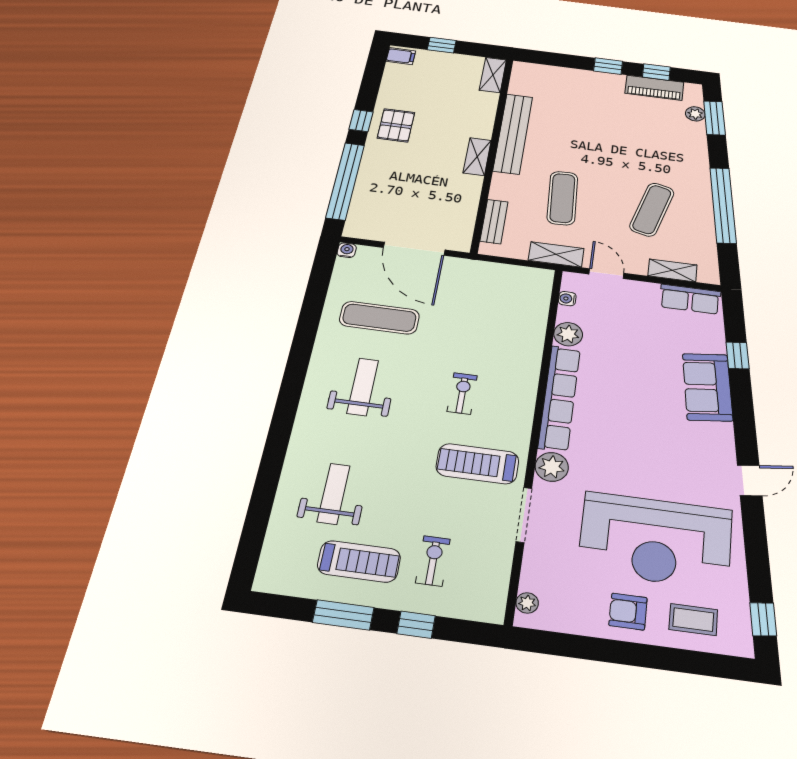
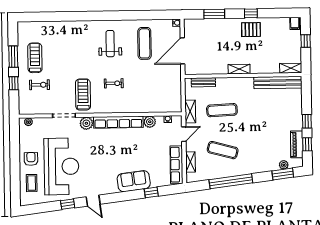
bench: (513, 134) -> (278, 83), moved
window: (345, 181) -> (214, 14), width x0.47
row of seats: (690, 299) -> (176, 165), width x1.48
weight bench: (363, 387) -> (110, 44), turned -90
weight bench: (334, 494) -> (61, 43), removed
reception desk: (656, 540) -> (61, 166), turned 180
treadmill: (359, 561) -> (35, 58), turned 180
window: (763, 619) -> (68, 204), moved

